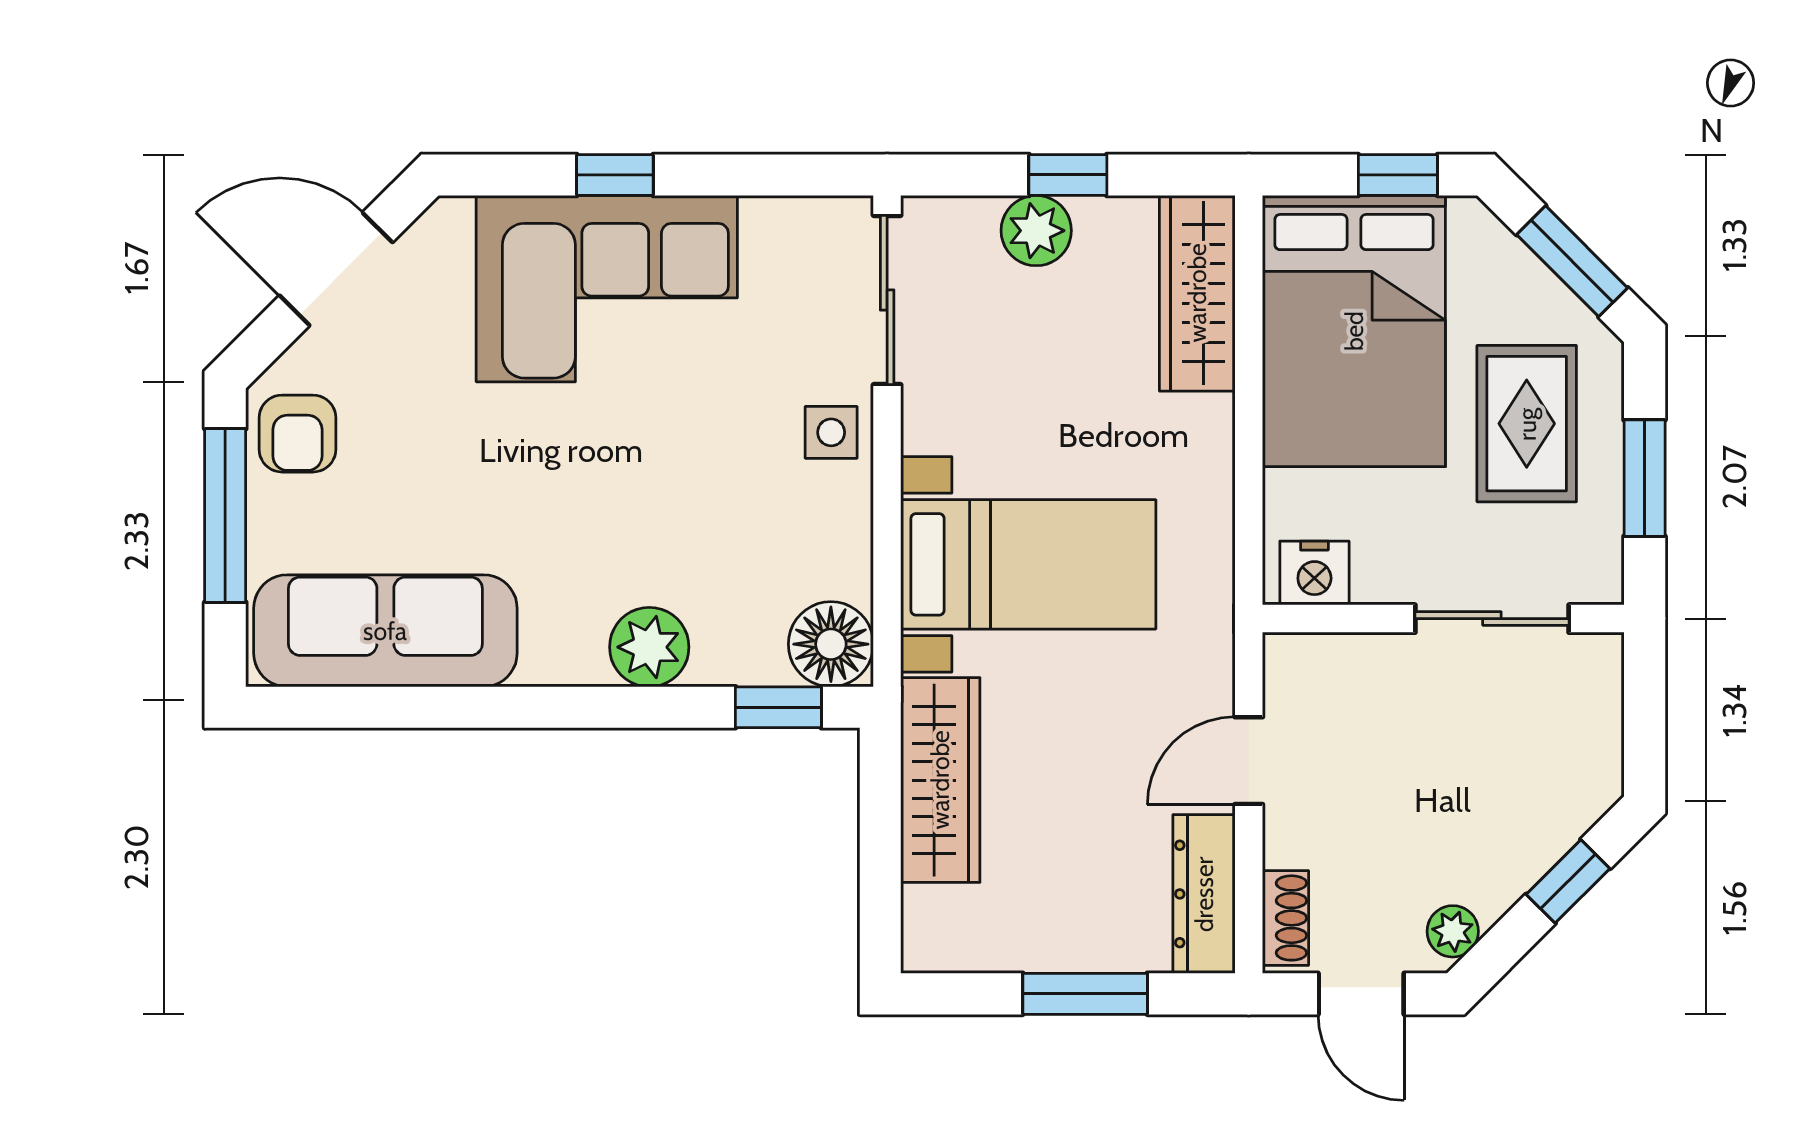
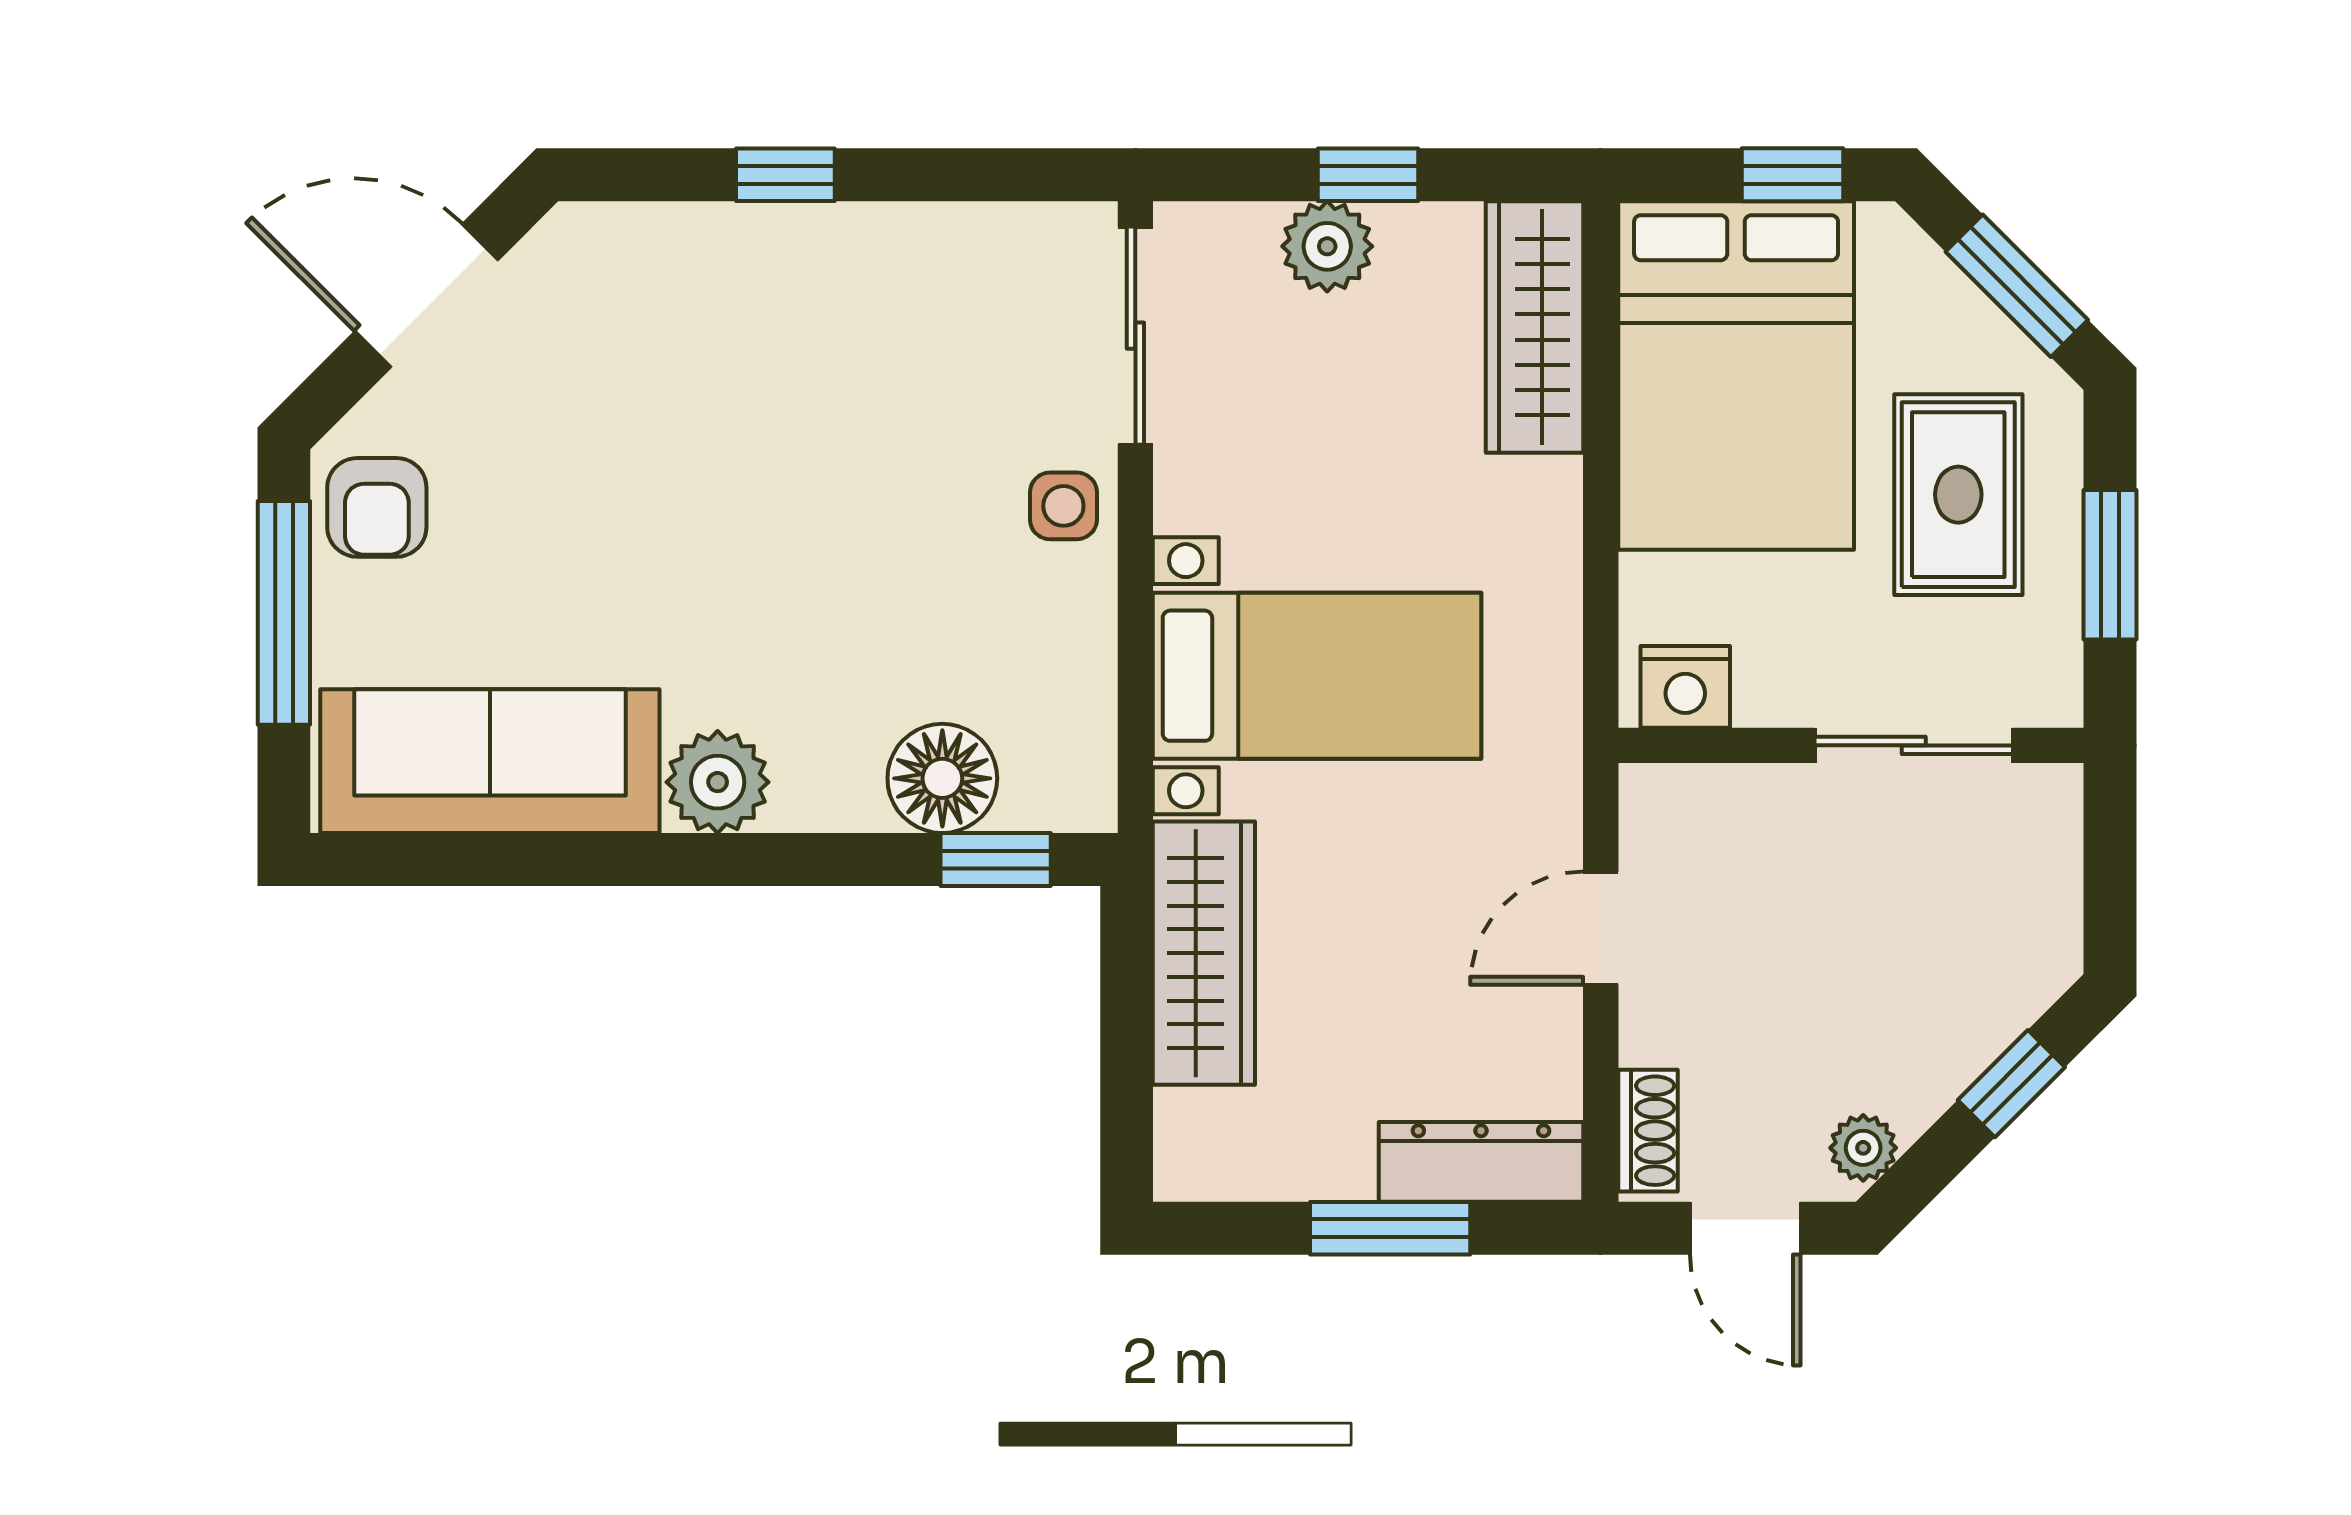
corner sofa: (607, 289) -> (775, 321), removed
floor lamp: (831, 644) -> (942, 778), moved
plant: (649, 647) -> (718, 782), moved
dresser: (1204, 894) -> (1481, 1162), moved, turned 90

